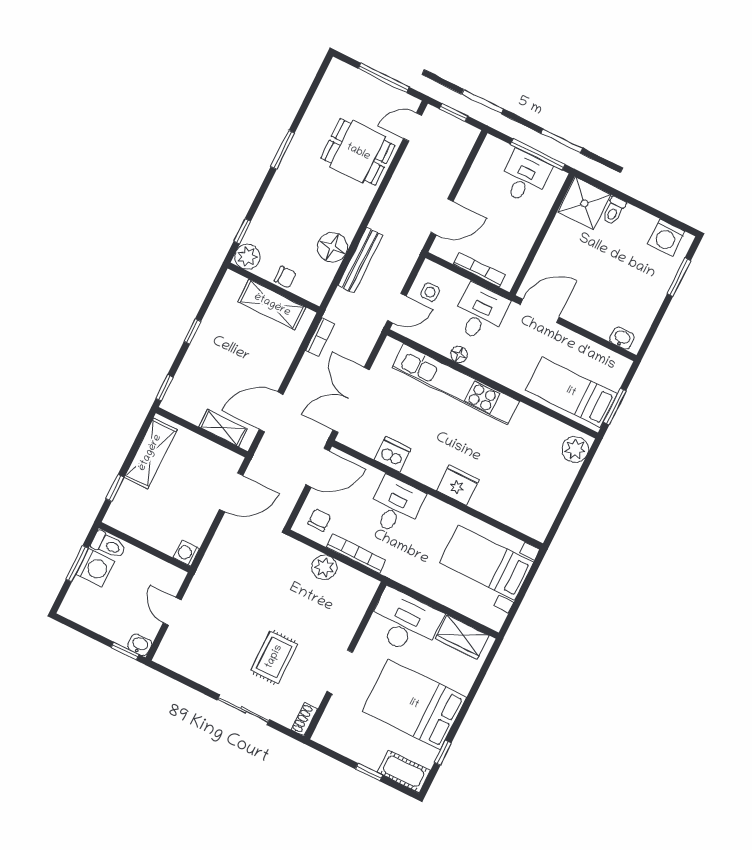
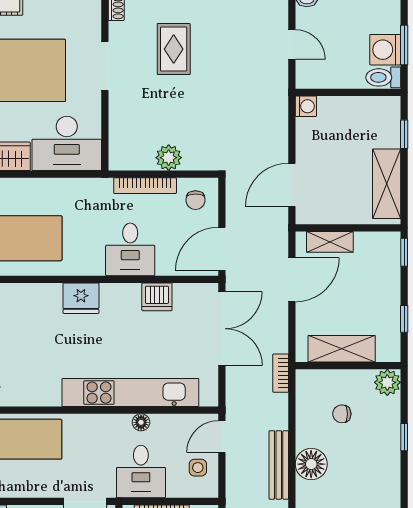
plant: (247, 257) -> (387, 382), moved
wall: (274, 288) -> (348, 366), moved
shelving: (272, 305) -> (342, 349), moved

